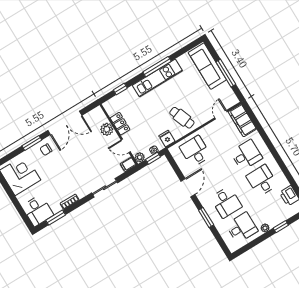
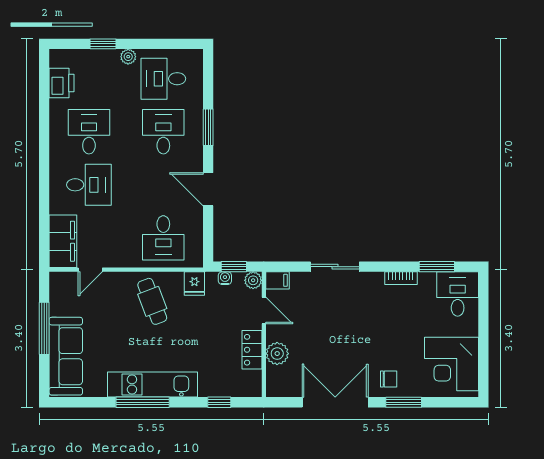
desk: (246, 155) -> (89, 185), turned 180
desk: (262, 180) -> (89, 132), turned 180
door: (188, 188) -> (208, 189), hinge flipped

